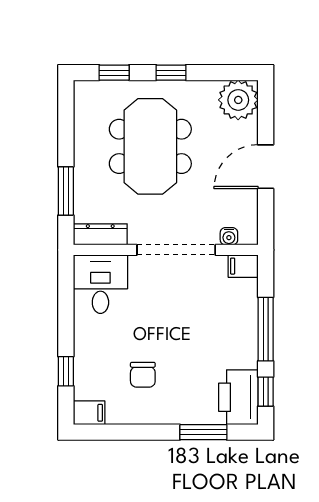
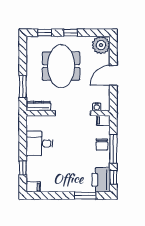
desk: (100, 284) -> (39, 143), moved, turned -90
chair: (143, 375) -> (102, 144), moved

